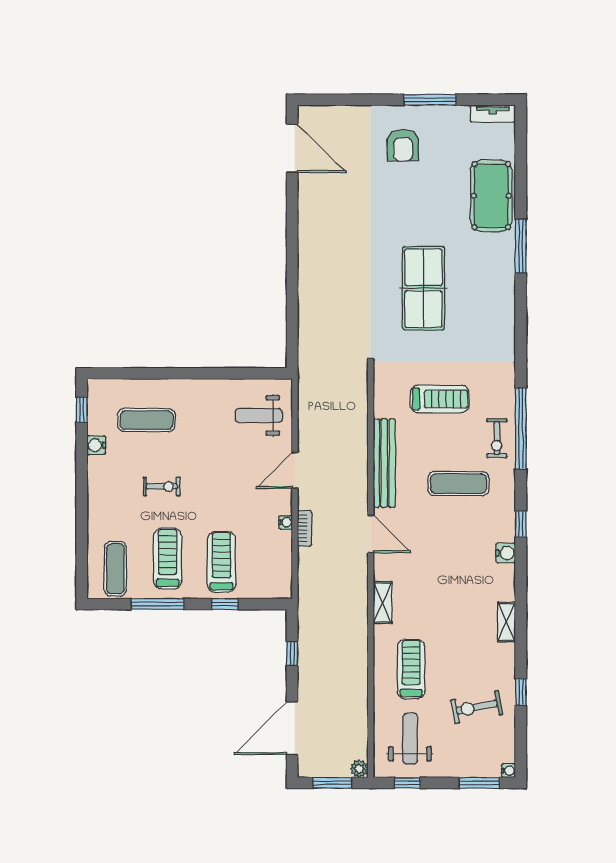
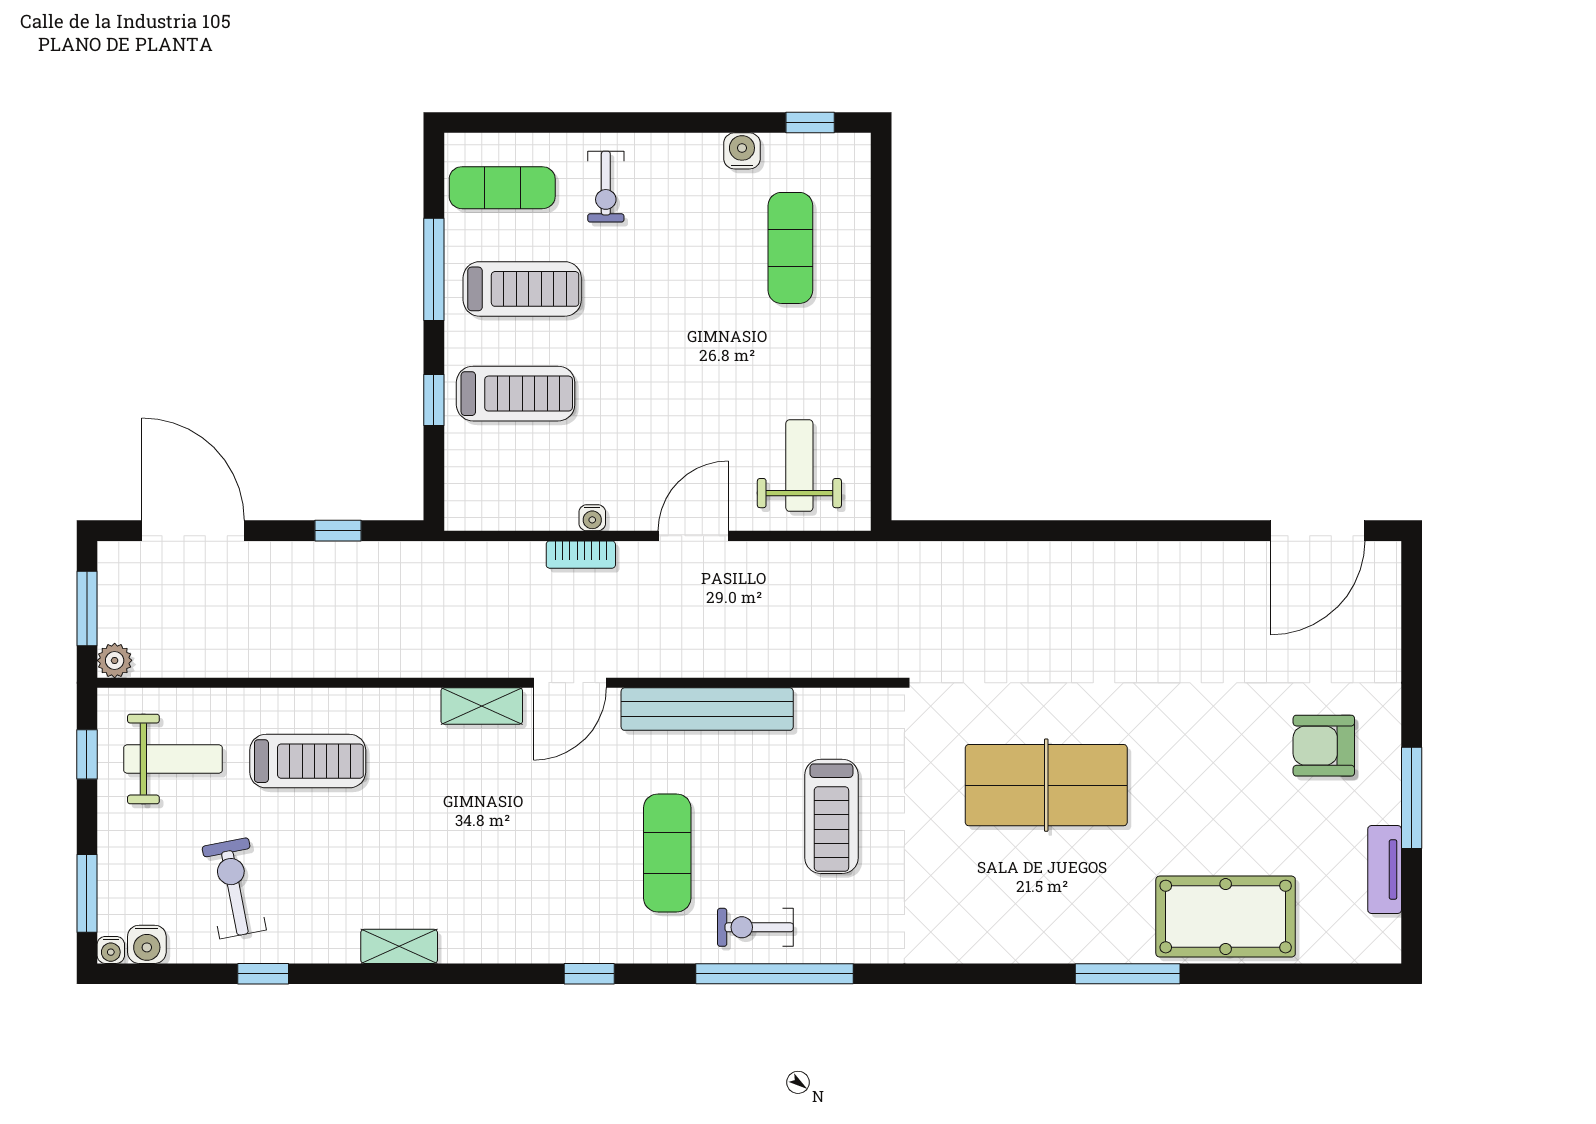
tv unit: (493, 114) -> (1385, 870), moved
door: (295, 470) -> (693, 536), hinge flipped
exercise bike: (162, 486) -> (606, 187), moved
water cooler: (506, 553) -> (147, 944), moved
shelving: (383, 603) -> (482, 706), moved

